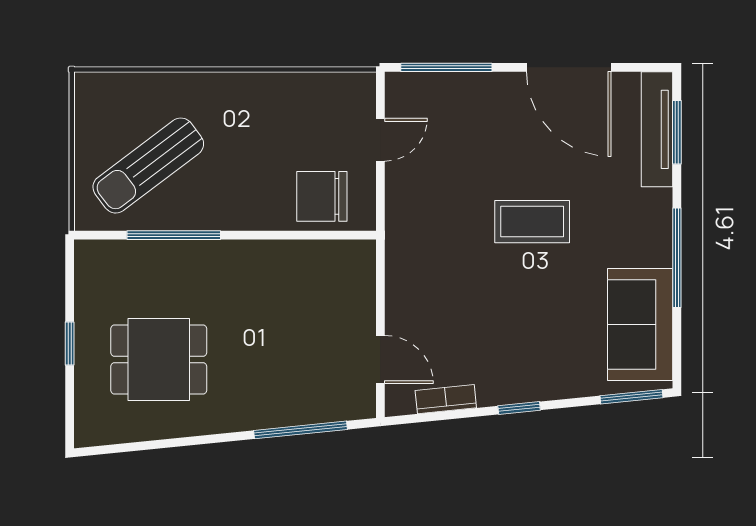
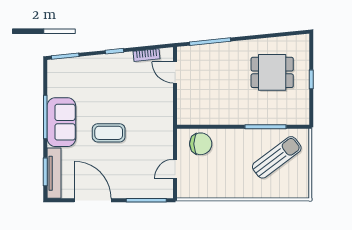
sofa: (640, 324) -> (61, 122), moved

